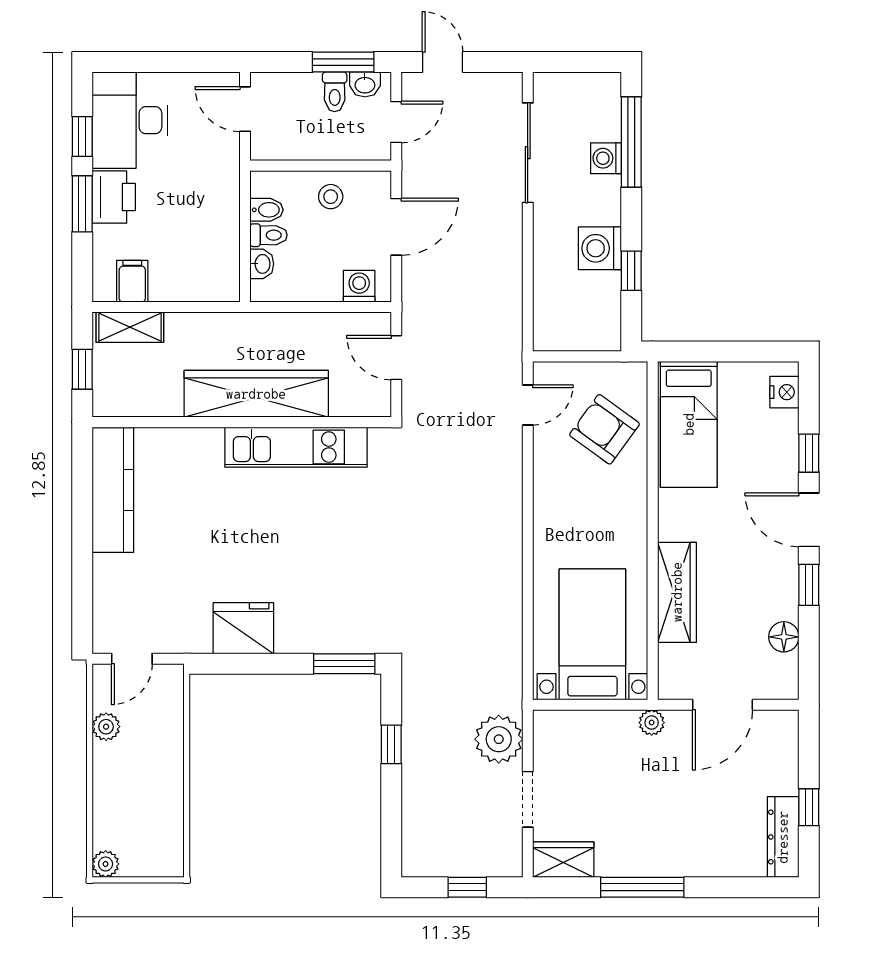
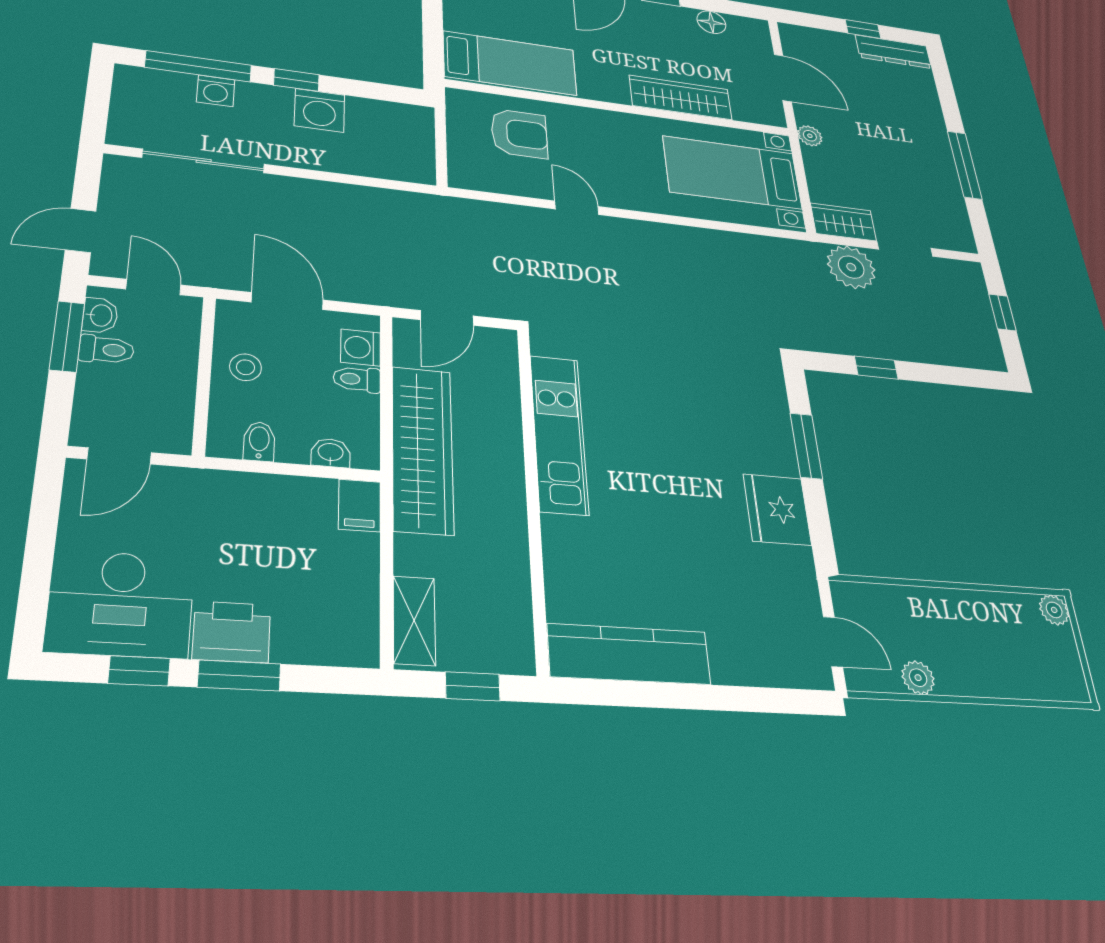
toilet: (269, 235) -> (357, 379), moved, turned -90
window: (631, 271) -> (296, 80), moved
filing cabinet: (132, 281) -> (359, 505), moved, turned -90
wardrobe: (256, 394) -> (422, 449), moved, turned 180
door: (528, 405) -> (577, 208), moved
armchair: (604, 429) -> (519, 134), turned -126
window: (344, 664) -> (806, 446), moved
wardrobe: (563, 860) -> (843, 222), moved, turned 90
plant: (106, 864) -> (1054, 610), moved

